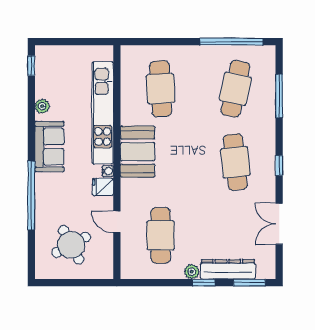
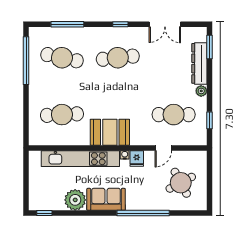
plant: (42, 106) -> (75, 200), width x1.87, depth x1.87
window: (204, 283) -> (209, 120), moved

